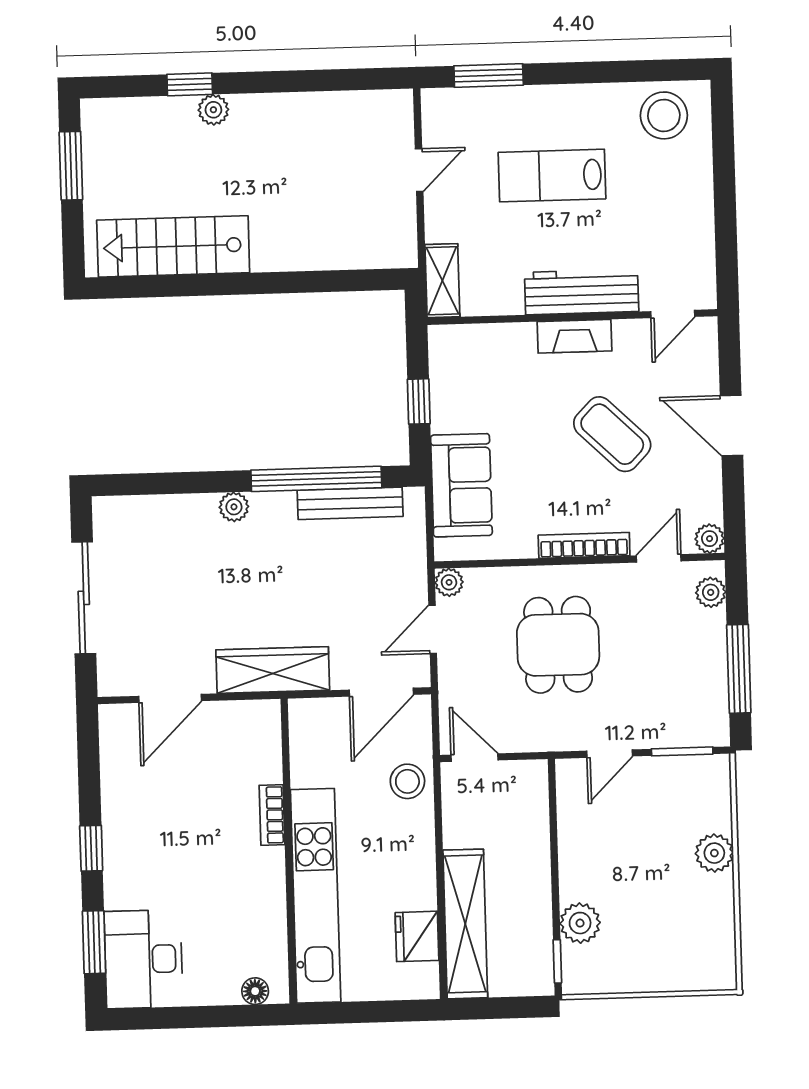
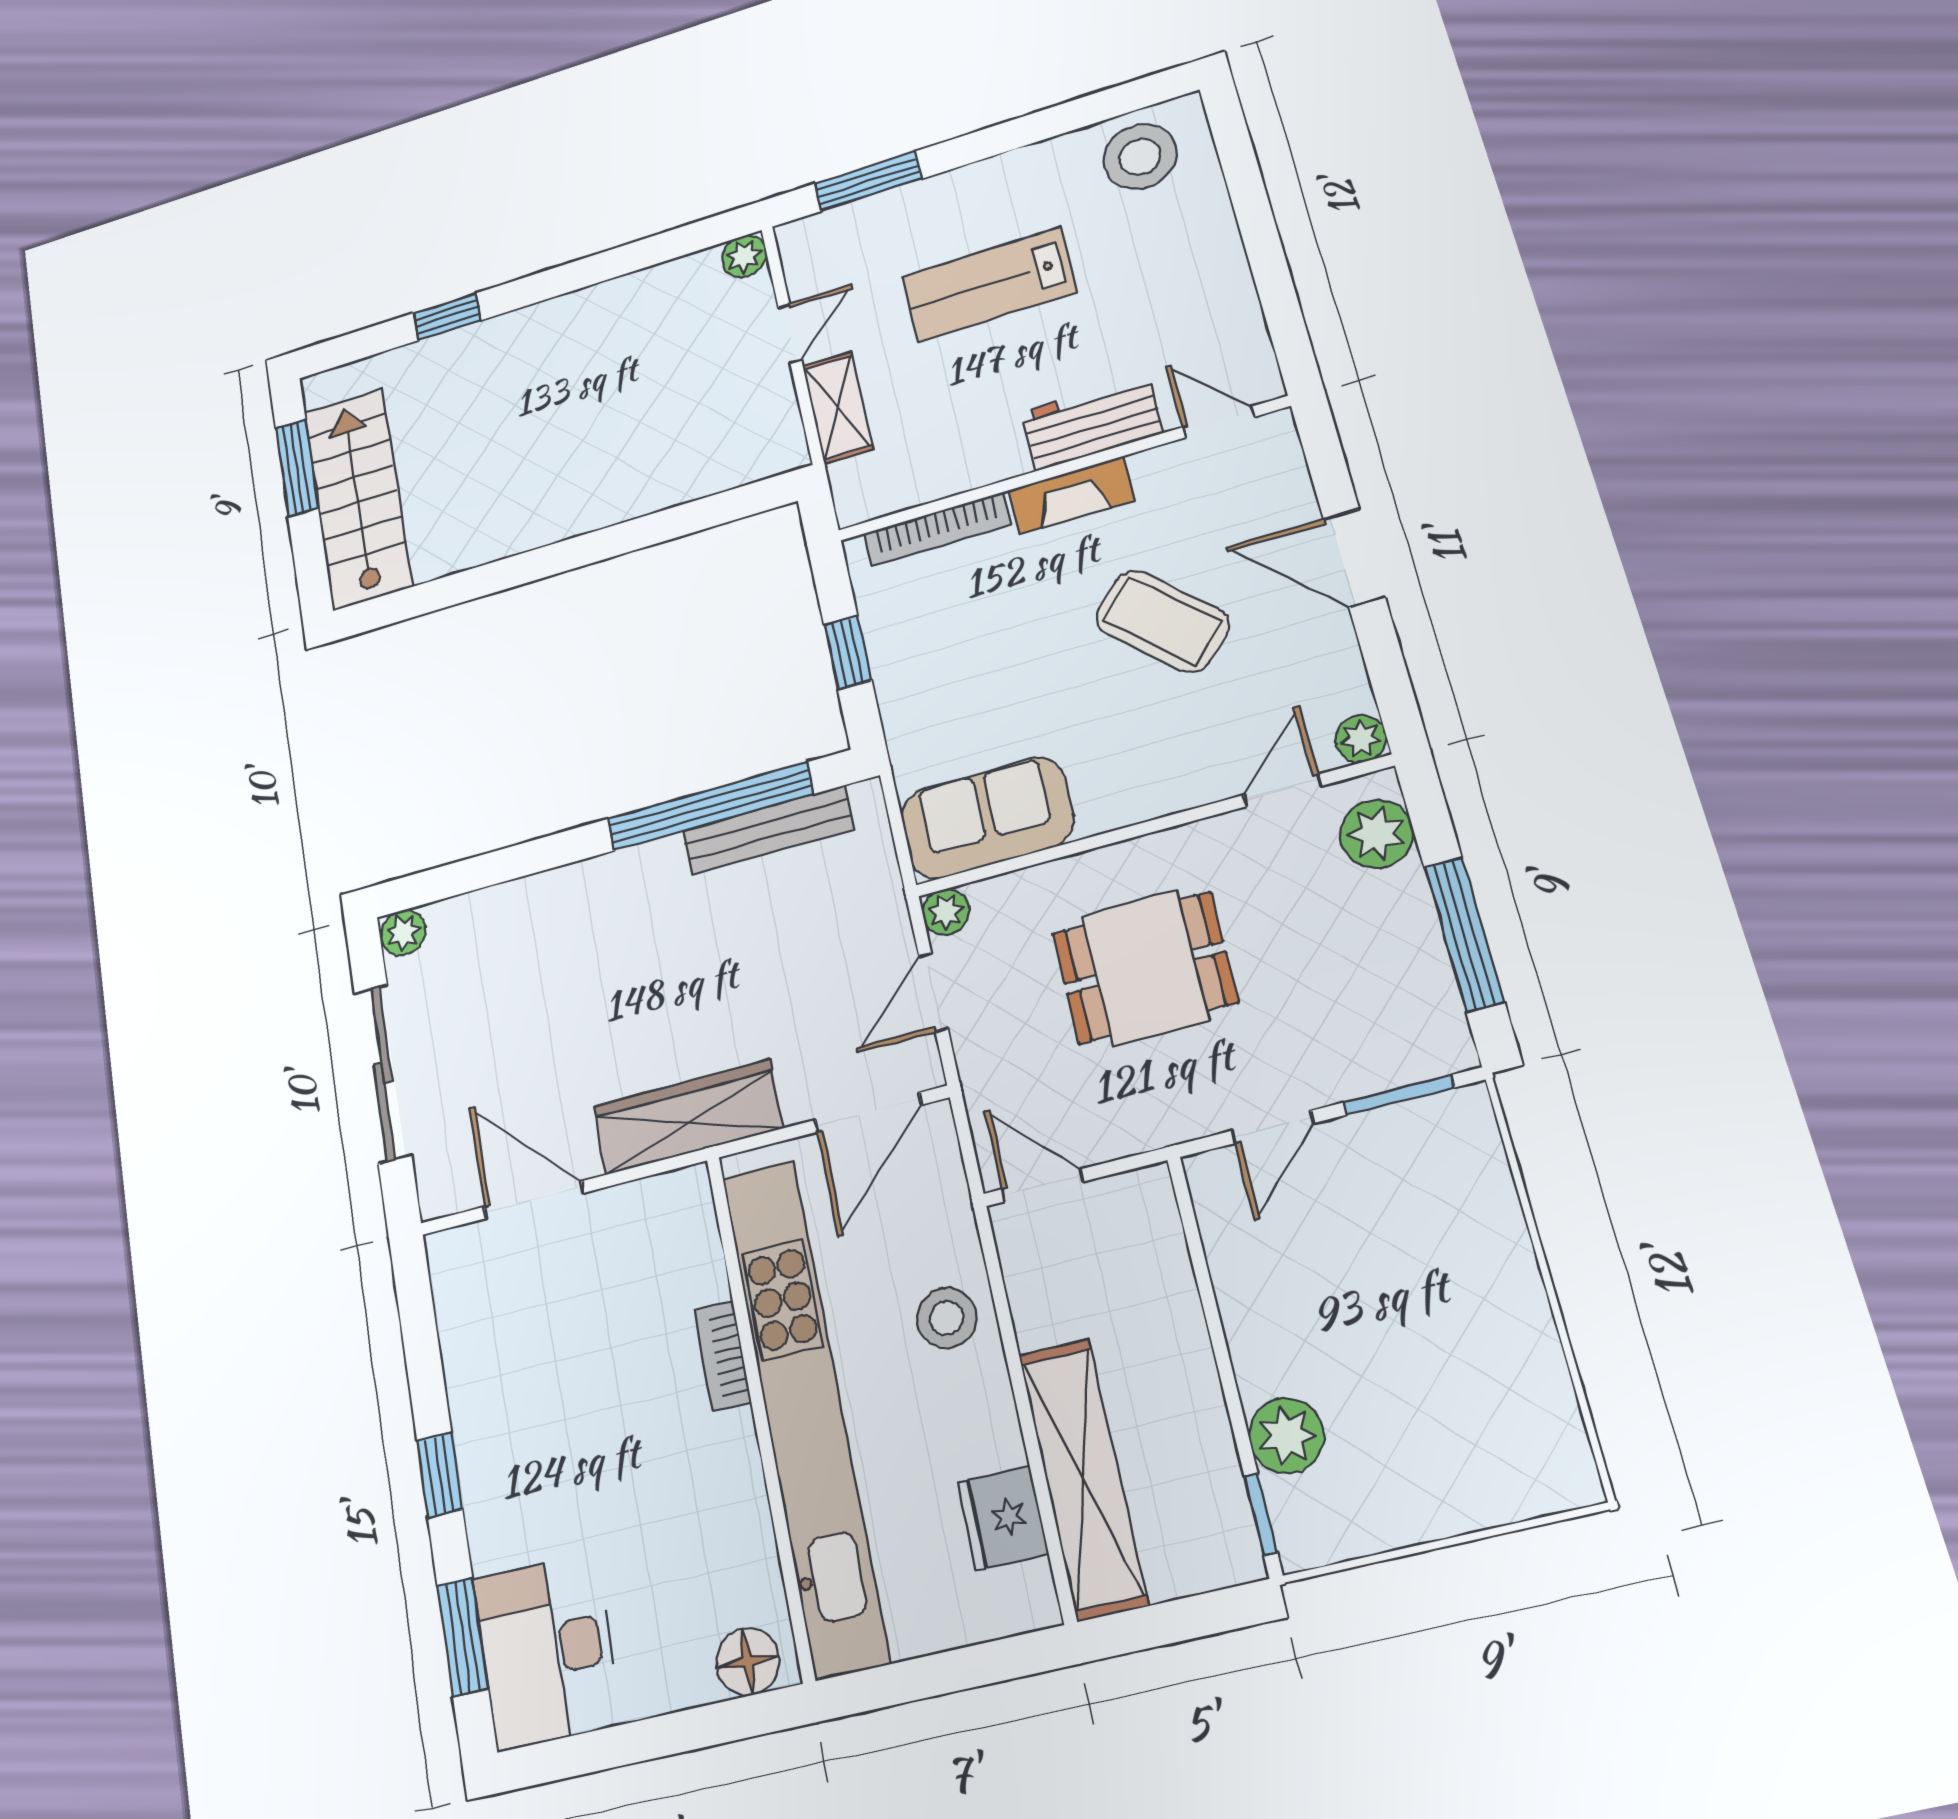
plant: (213, 110) -> (744, 256), moved
stairs: (173, 246) -> (358, 499), moved, turned 90
shelving: (442, 281) -> (838, 408), moved
workbench: (582, 292) -> (1092, 423), width x0.73
door: (673, 314) -> (1219, 422), swing flipped
sofa: (461, 485) -> (987, 818), moved, turned -90
plant: (234, 507) -> (403, 933), moved
bookcase: (584, 545) -> (938, 529), moved, turned 180
plant: (711, 592) -> (1377, 834), width x1.38, depth x1.38
dining table: (558, 645) -> (1145, 968), turned 90
door: (170, 698) -> (534, 1200), swing flipped
stool: (407, 781) -> (947, 1318), moved
plant: (714, 853) -> (1501, 1259), removed
kitchen unit: (316, 896) -> (804, 1413), width x1.36
floor lamp: (255, 991) -> (748, 1662), width x1.37, depth x1.37

